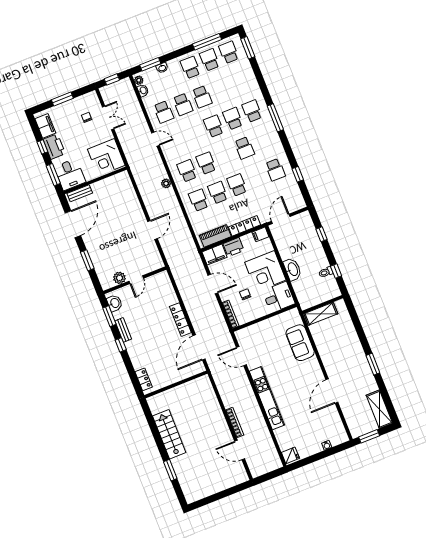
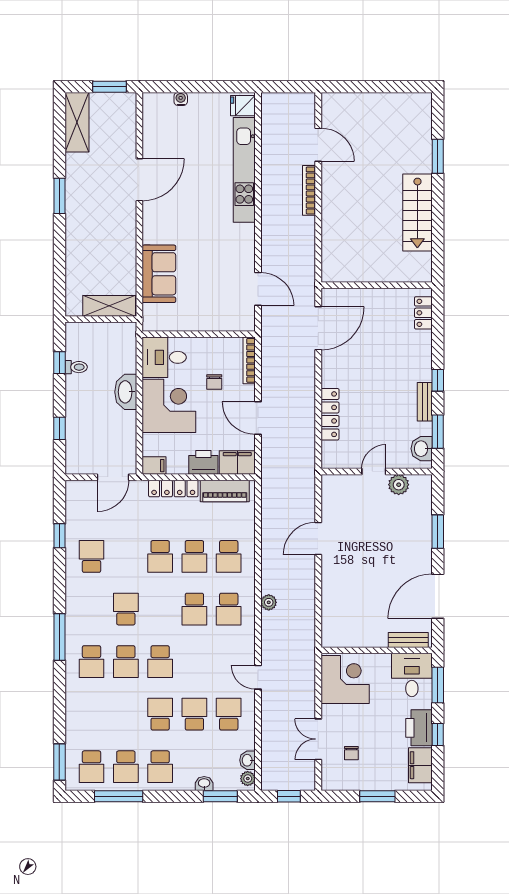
locker: (180, 320) -> (330, 414), moved
kitchen unit: (267, 398) -> (244, 170), moved

